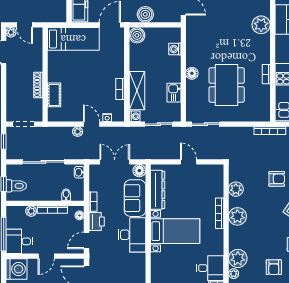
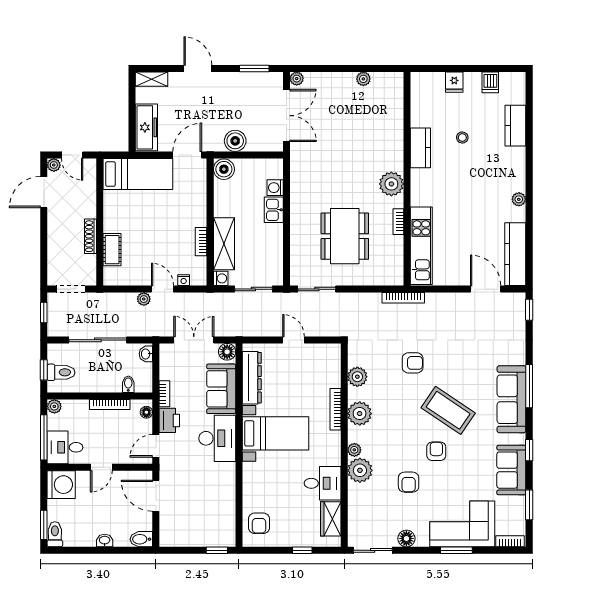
plant: (261, 25) -> (391, 184), moved
floor lamp: (192, 73) -> (298, 220), removed
kitchen sink: (174, 93) -> (274, 210), moved
plant: (31, 211) -> (54, 406), moved
plant: (234, 274) -> (354, 450), moved

